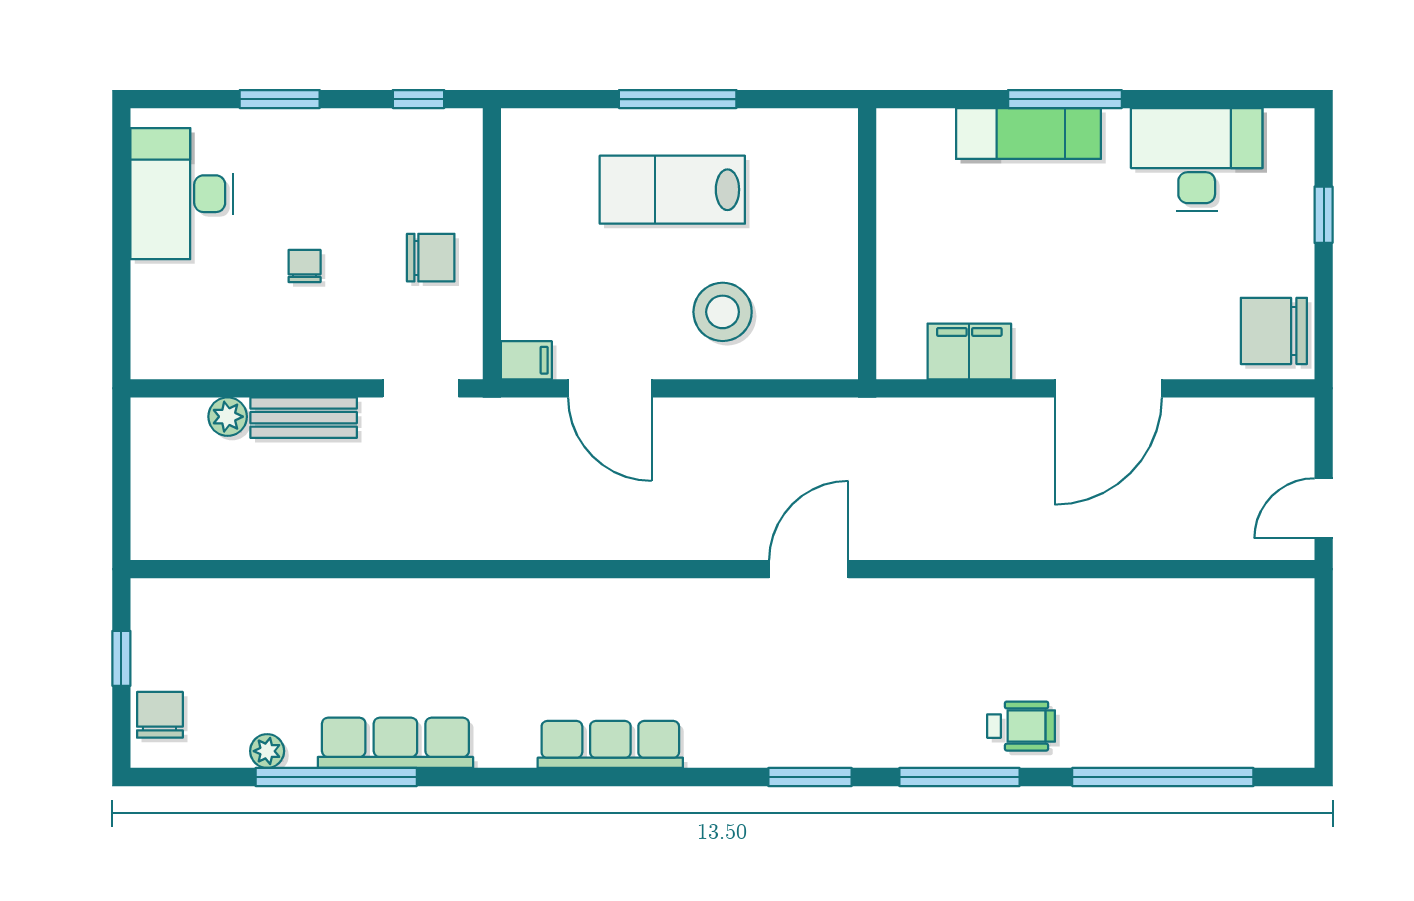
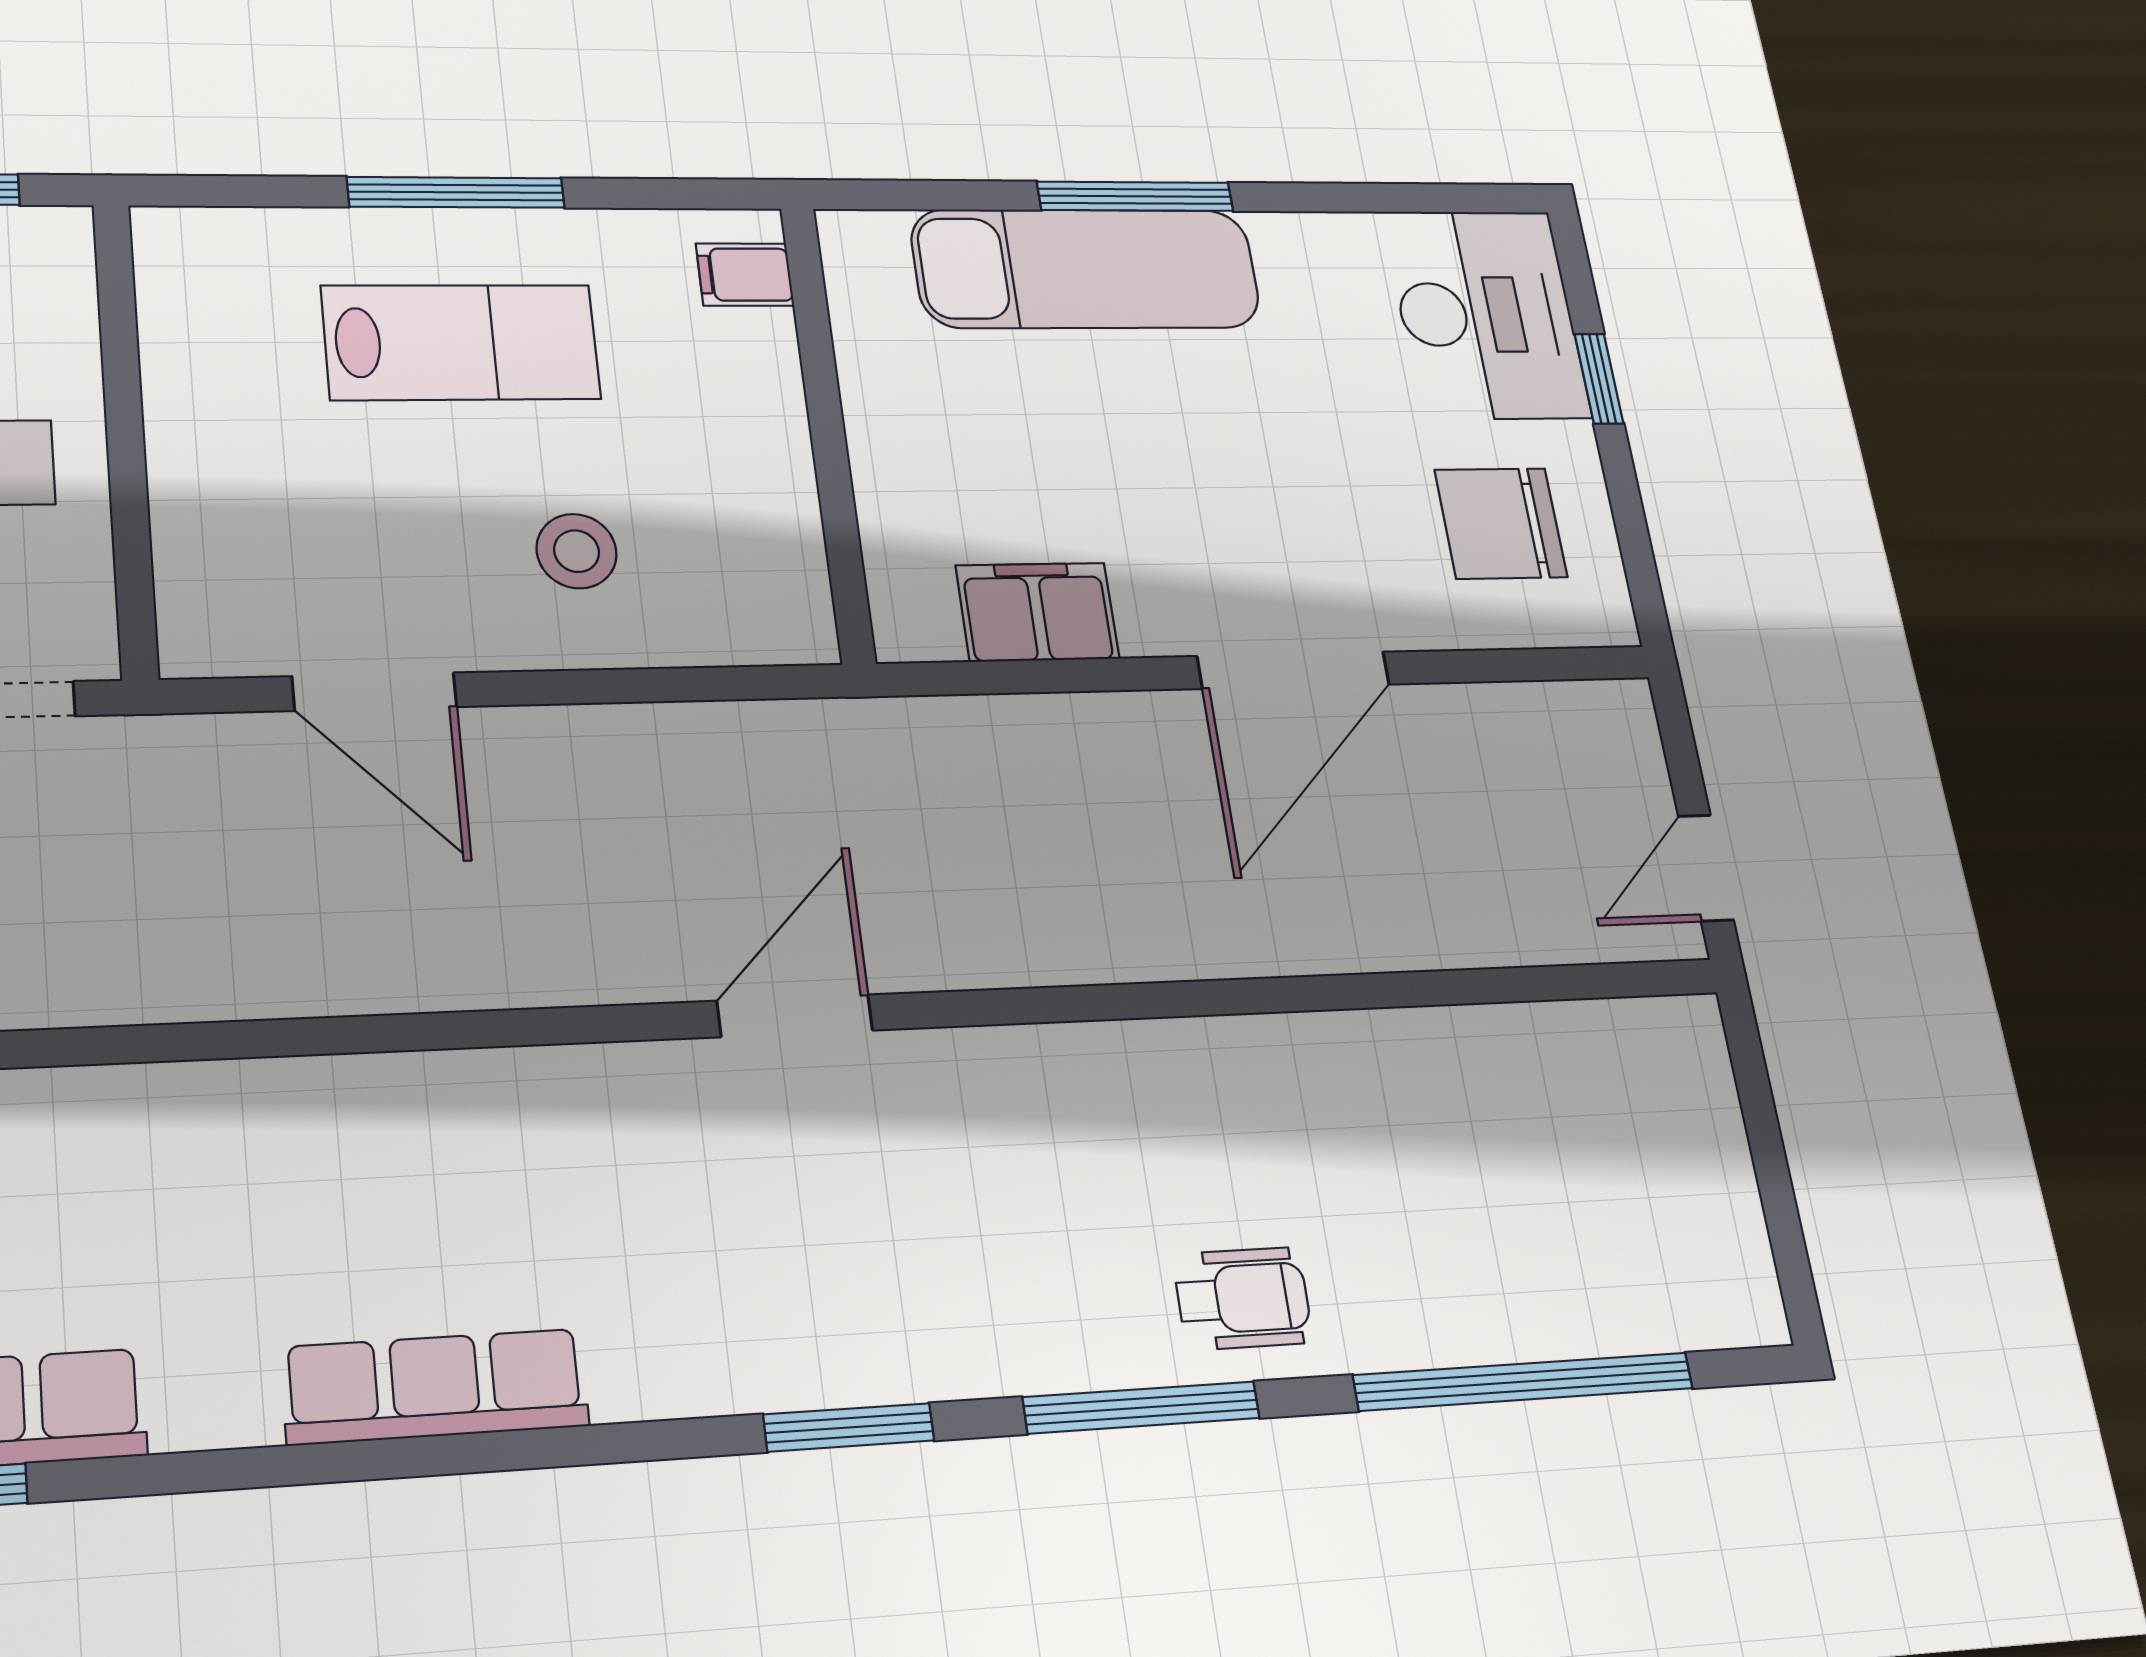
exam couch: (1029, 133) -> (1086, 269), width x1.36, depth x1.45
desk: (1197, 160) -> (1486, 314), moved, turned 90
lab bench: (672, 190) -> (461, 342), turned 180
stool: (723, 312) -> (577, 551), width x0.73, depth x0.73
chair: (1274, 331) -> (1501, 523), moved
filing cabinet: (526, 360) -> (745, 275), moved, turned 180

